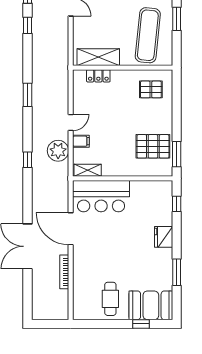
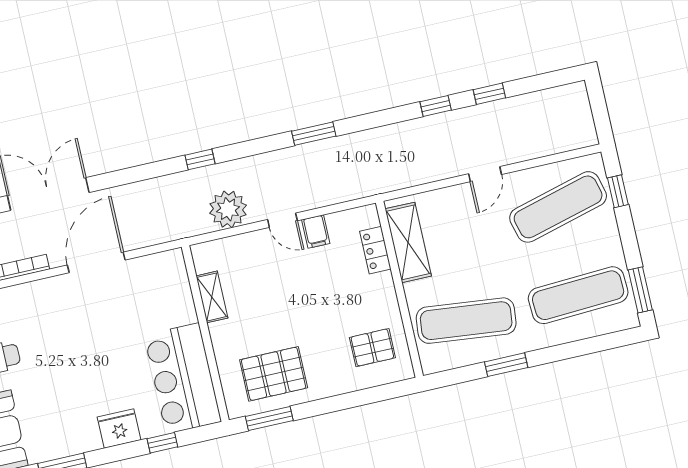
pallet: (151, 89) -> (372, 348), turned 90
filing cabinet: (81, 141) -> (316, 232), moved
pallet: (153, 146) -> (274, 374), turned 90
shelving: (88, 170) -> (212, 297), moved
bar counter: (101, 196) -> (183, 378), moved
window: (177, 204) -> (162, 443), moved

